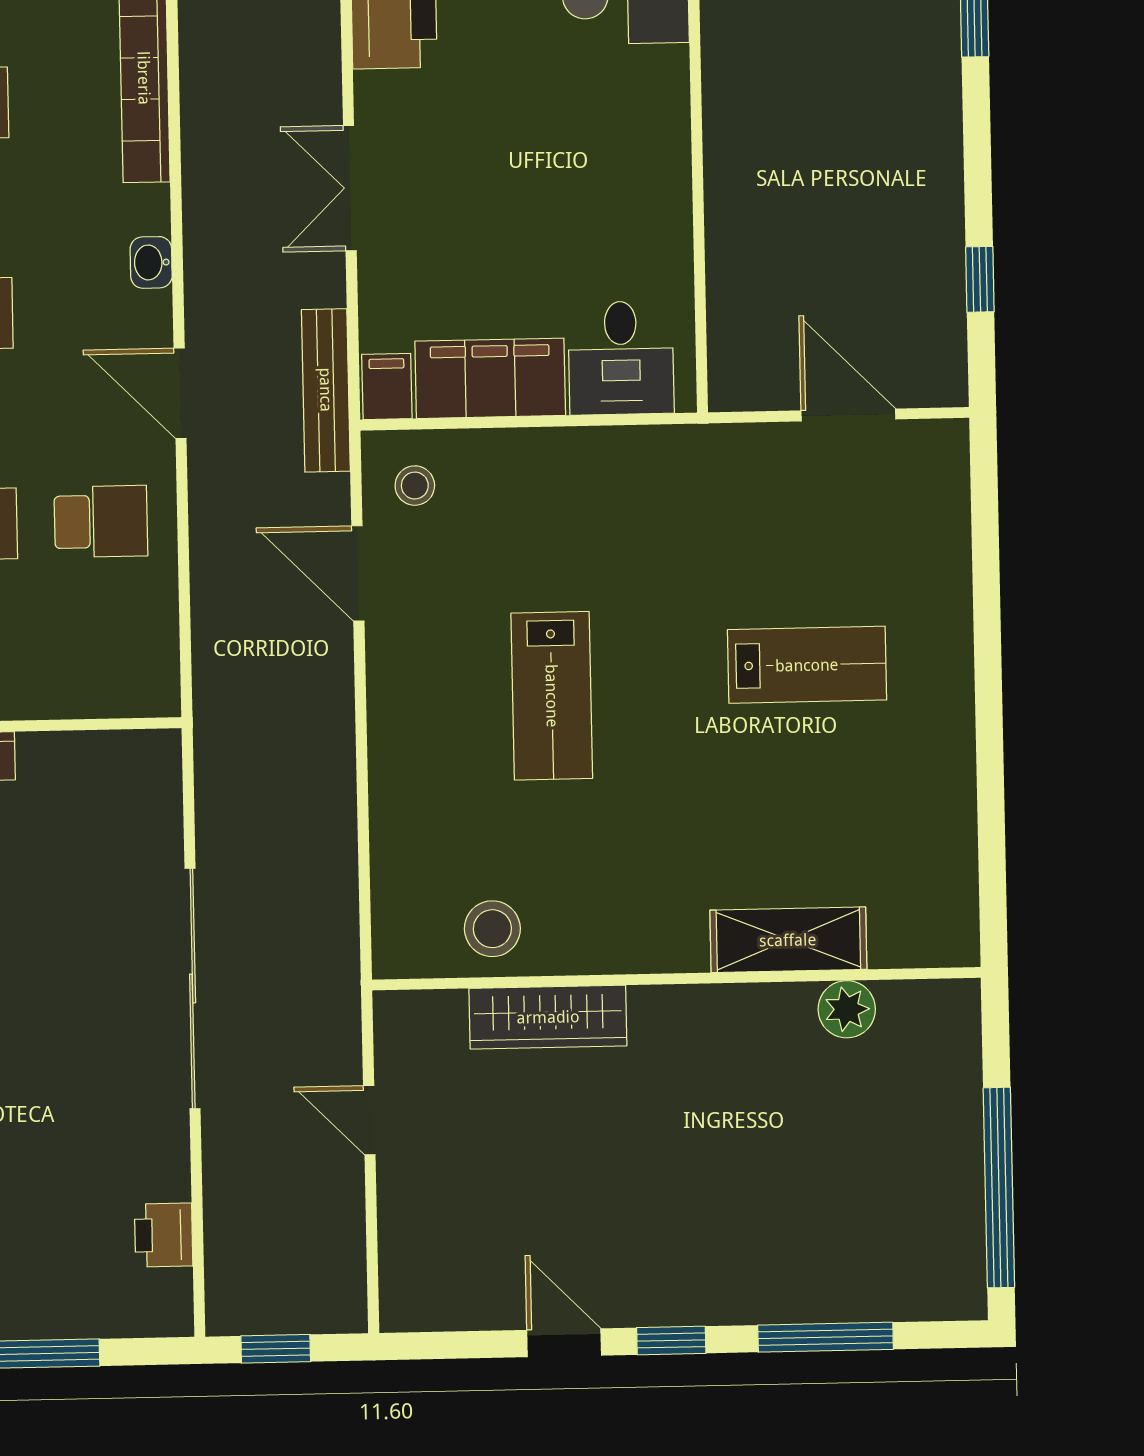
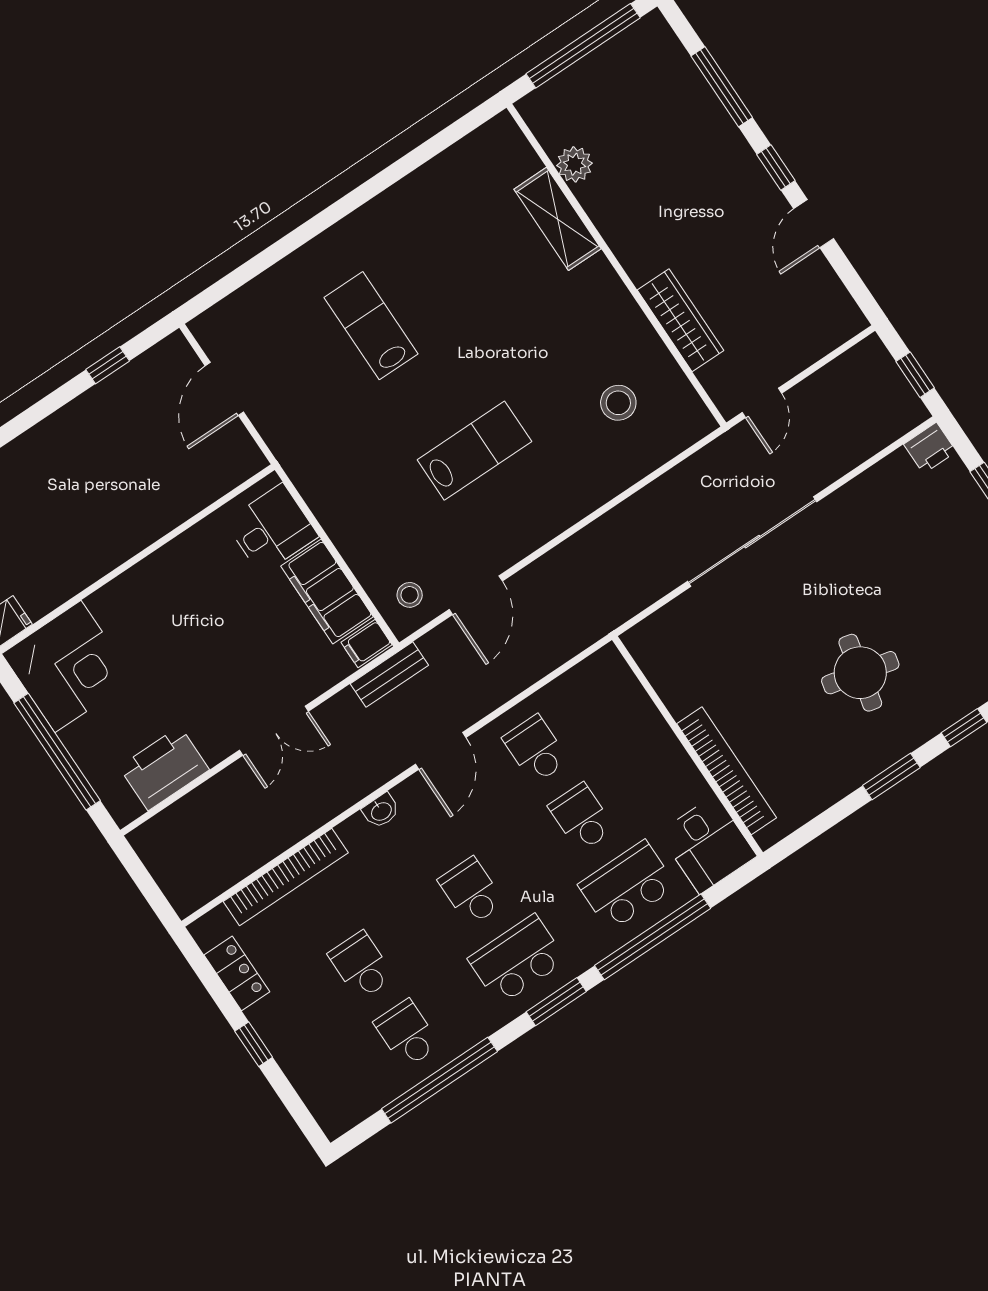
bench: (326, 390) -> (389, 675), width x0.73
shelving: (788, 940) -> (558, 219), moved
wall: (676, 979) -> (616, 265), moved
plant: (847, 1009) -> (574, 164), moved
wardrobe: (548, 1017) -> (681, 320), moved
printer: (164, 1235) -> (930, 448), moved

